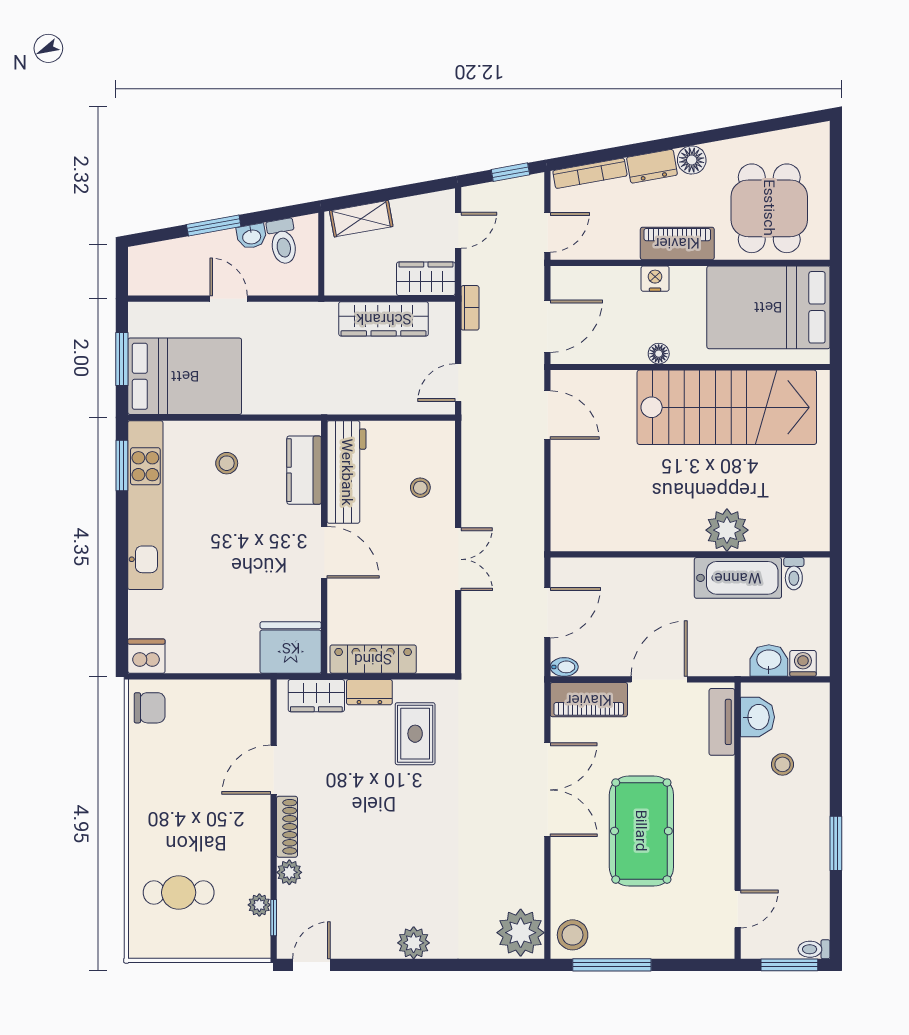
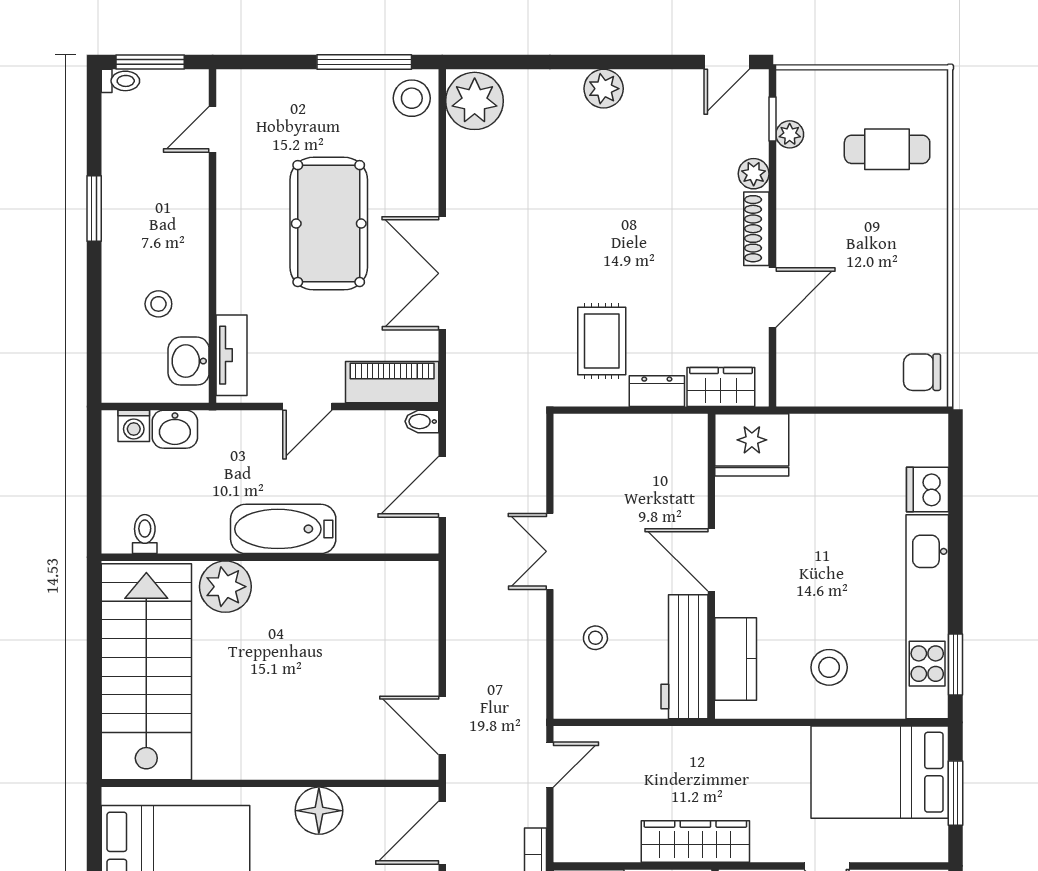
wardrobe: (384, 319) -> (695, 841), moved
floor lamp: (659, 354) -> (319, 811), width x1.89, depth x1.89
stairs: (727, 407) -> (146, 672), moved, turned 90
stool: (227, 463) -> (829, 667), width x1.37, depth x1.37
bathtub: (738, 578) -> (283, 529), moved
dishwasher: (146, 656) -> (927, 489), moved, turned 90
locker: (373, 659) -> (652, 431), removed
door: (659, 679) -> (307, 407), width x0.73

